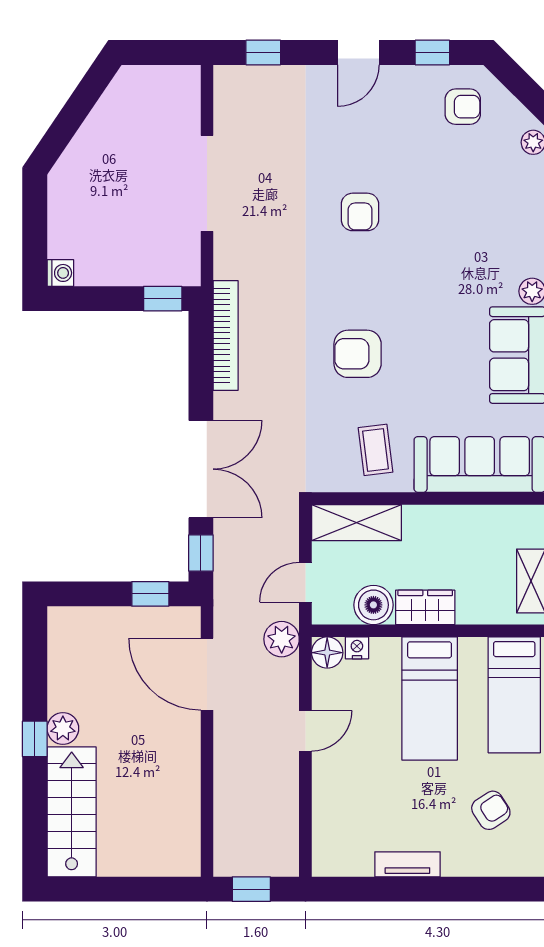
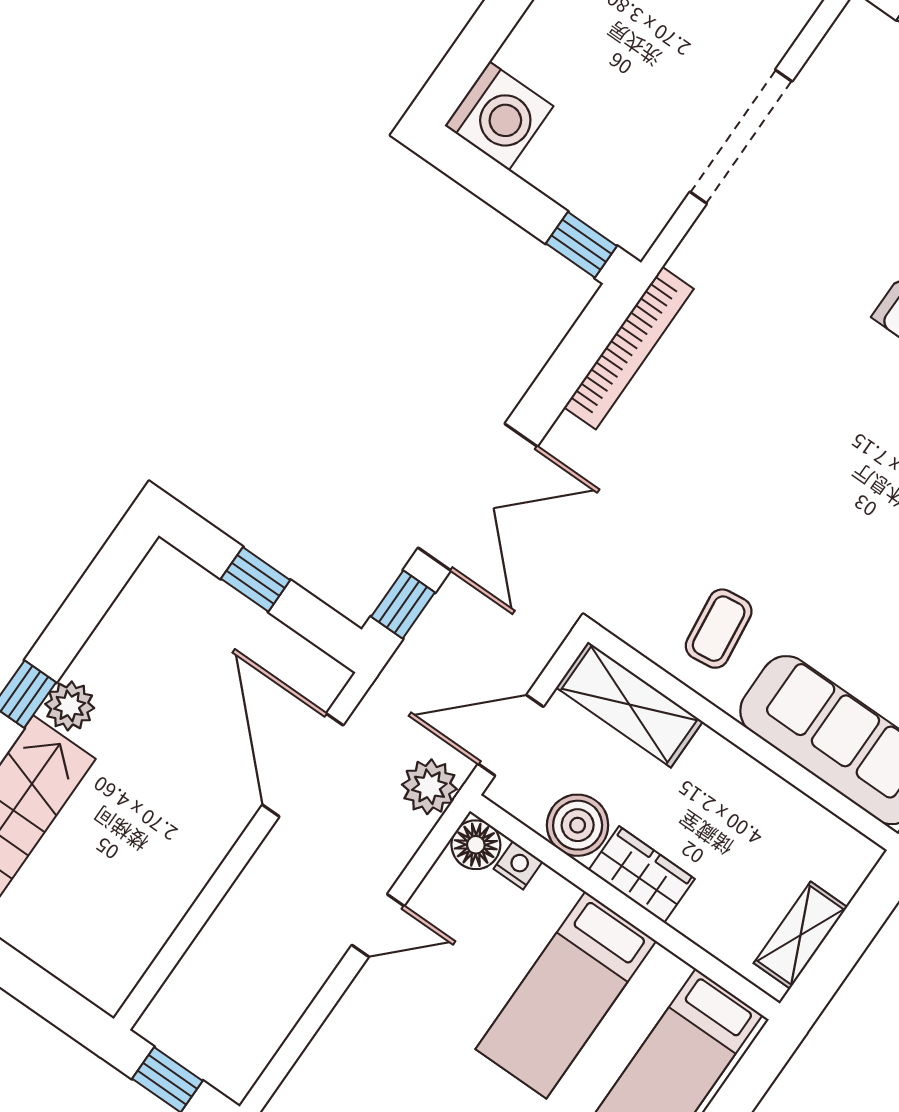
washing machine: (60, 273) -> (499, 116), width x1.89, depth x1.89
armchair: (358, 354) -> (781, 489), removed
door: (305, 582) -> (511, 735), width x1.38
window: (150, 594) -> (256, 579), moved

